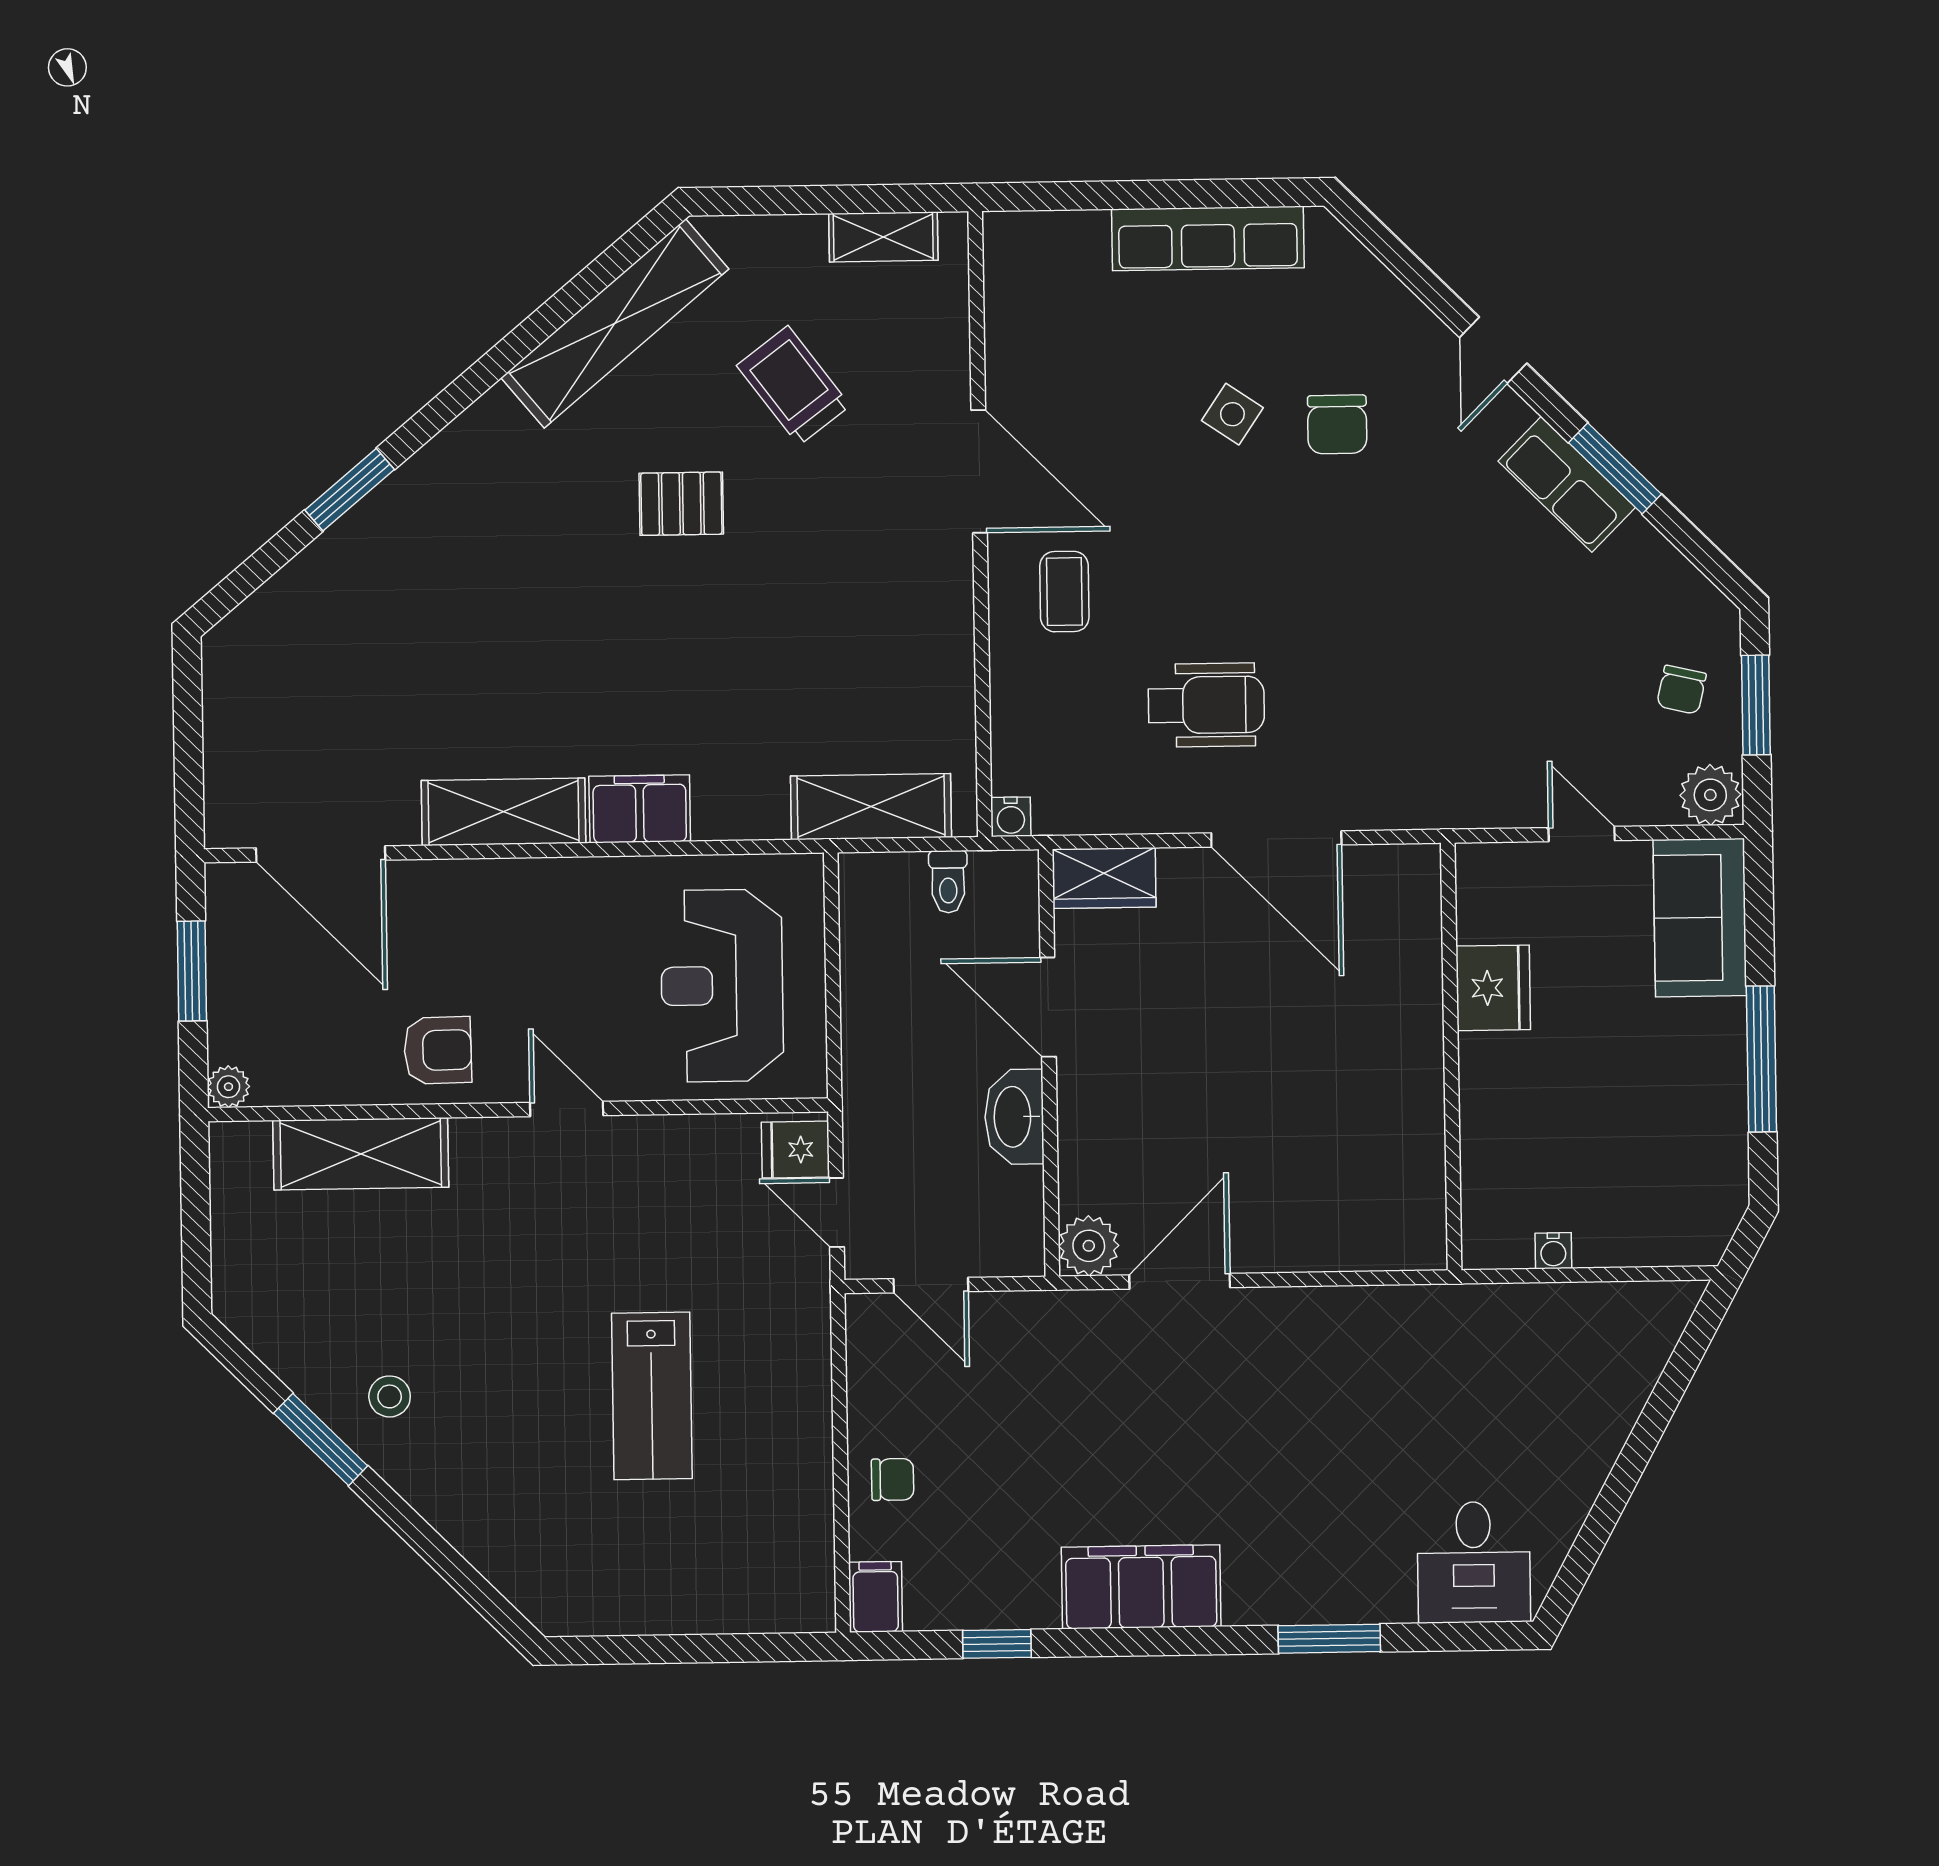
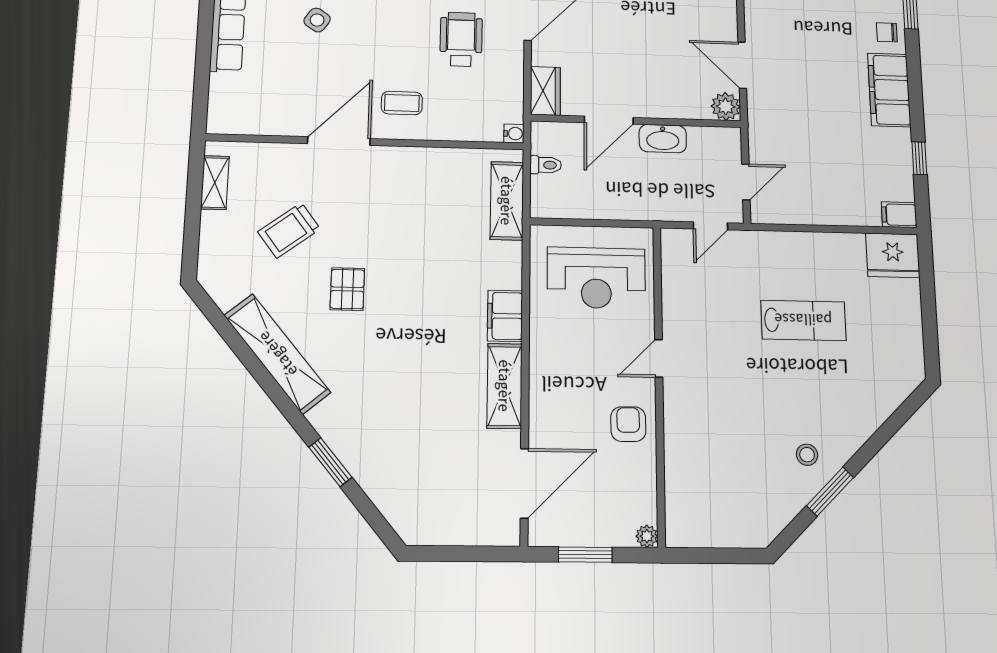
shelving: (615, 323) -> (277, 354), moved
fridge: (795, 1150) -> (893, 255), moved, width x1.88, depth x1.34
shelving: (361, 1154) -> (682, 466), removed
chair: (893, 1479) -> (887, 32), moved, turned -90

